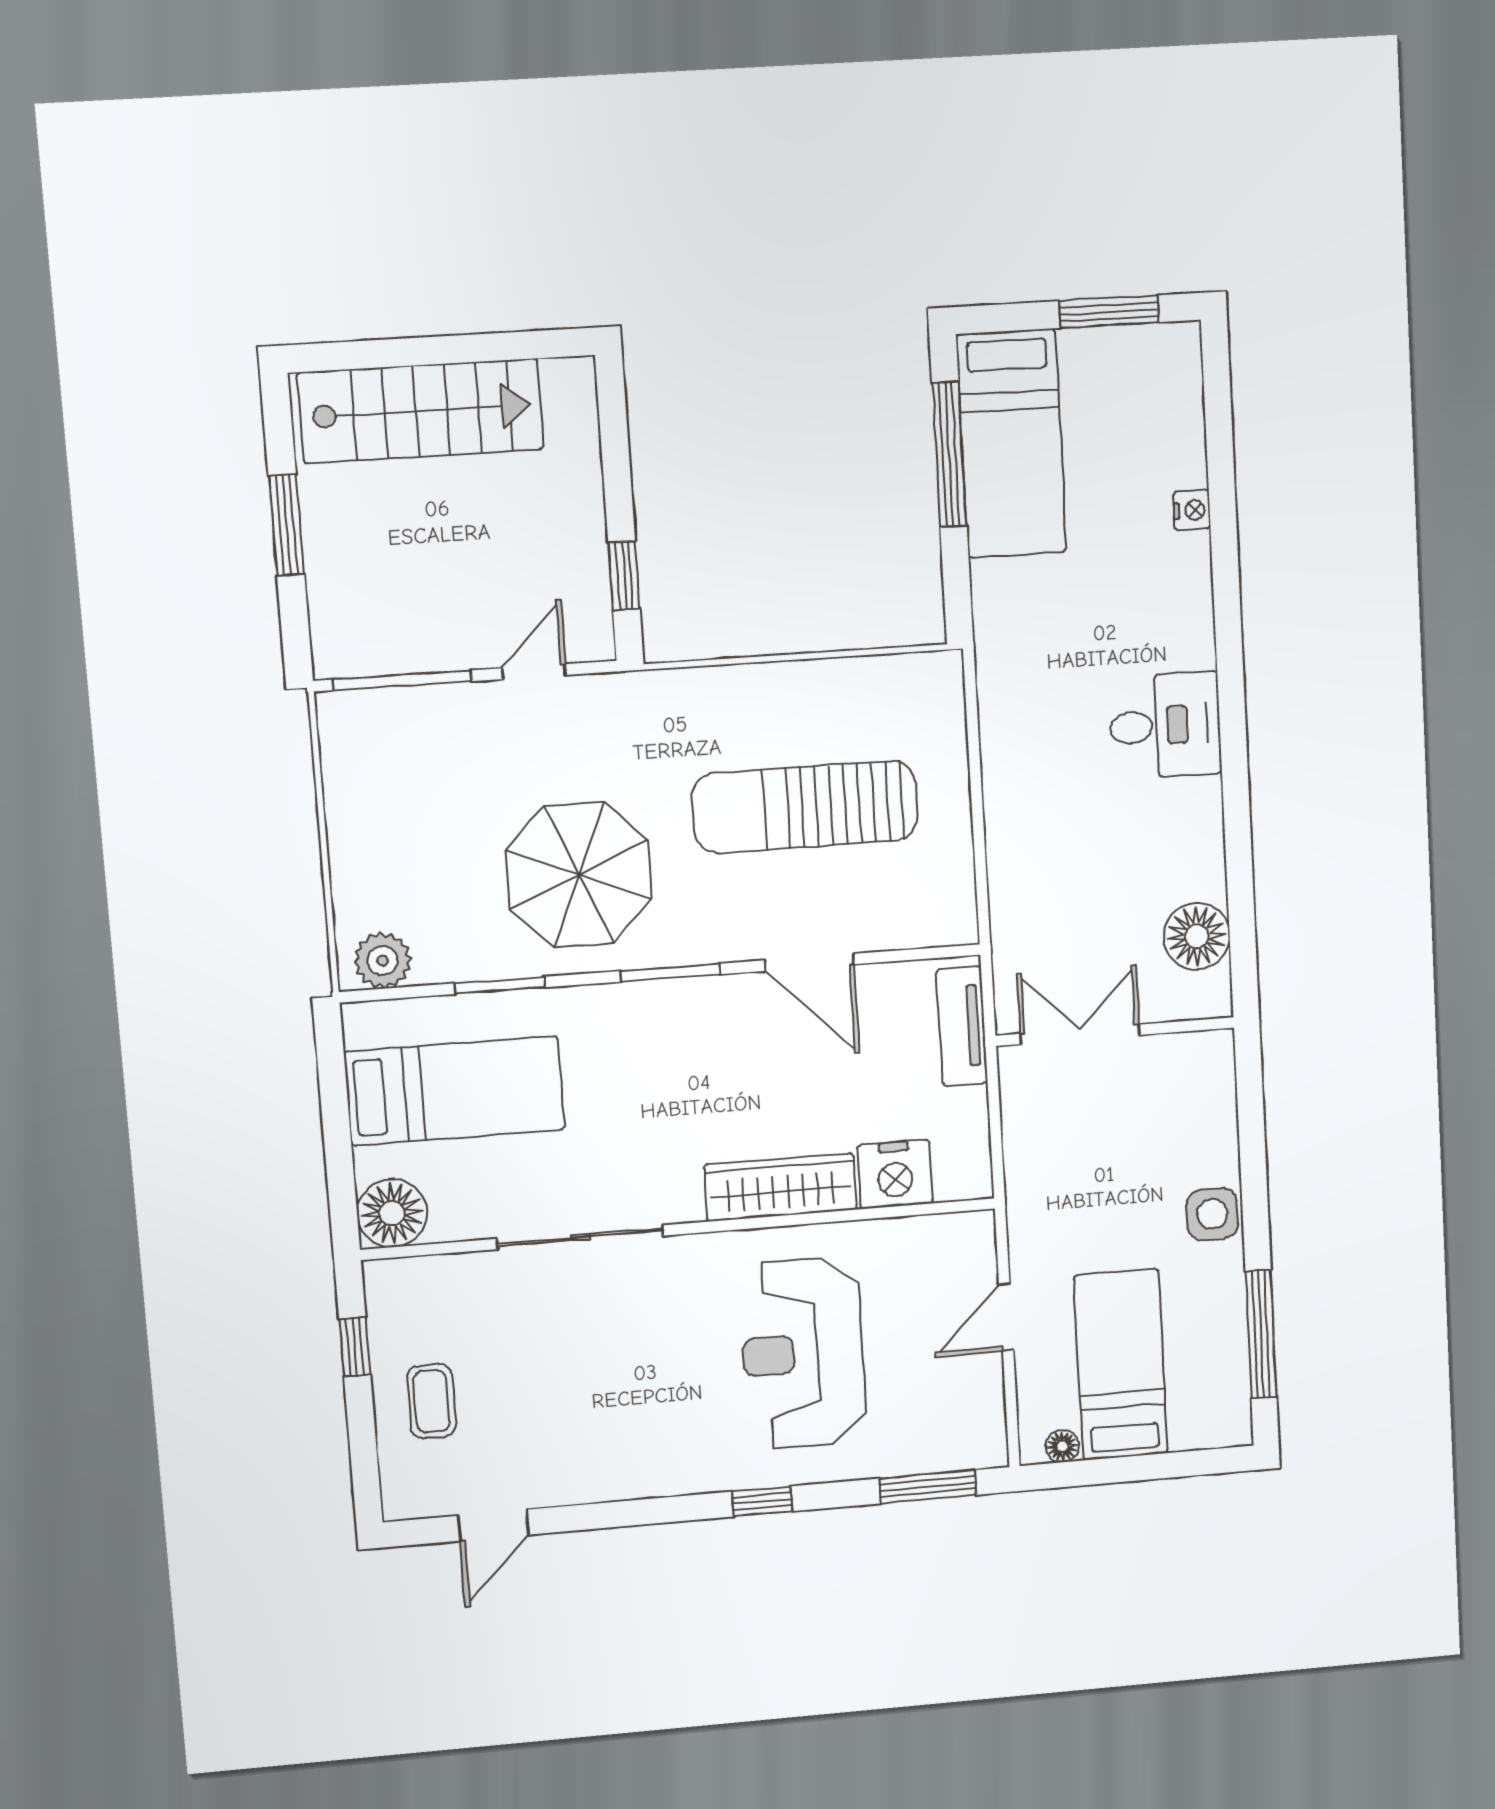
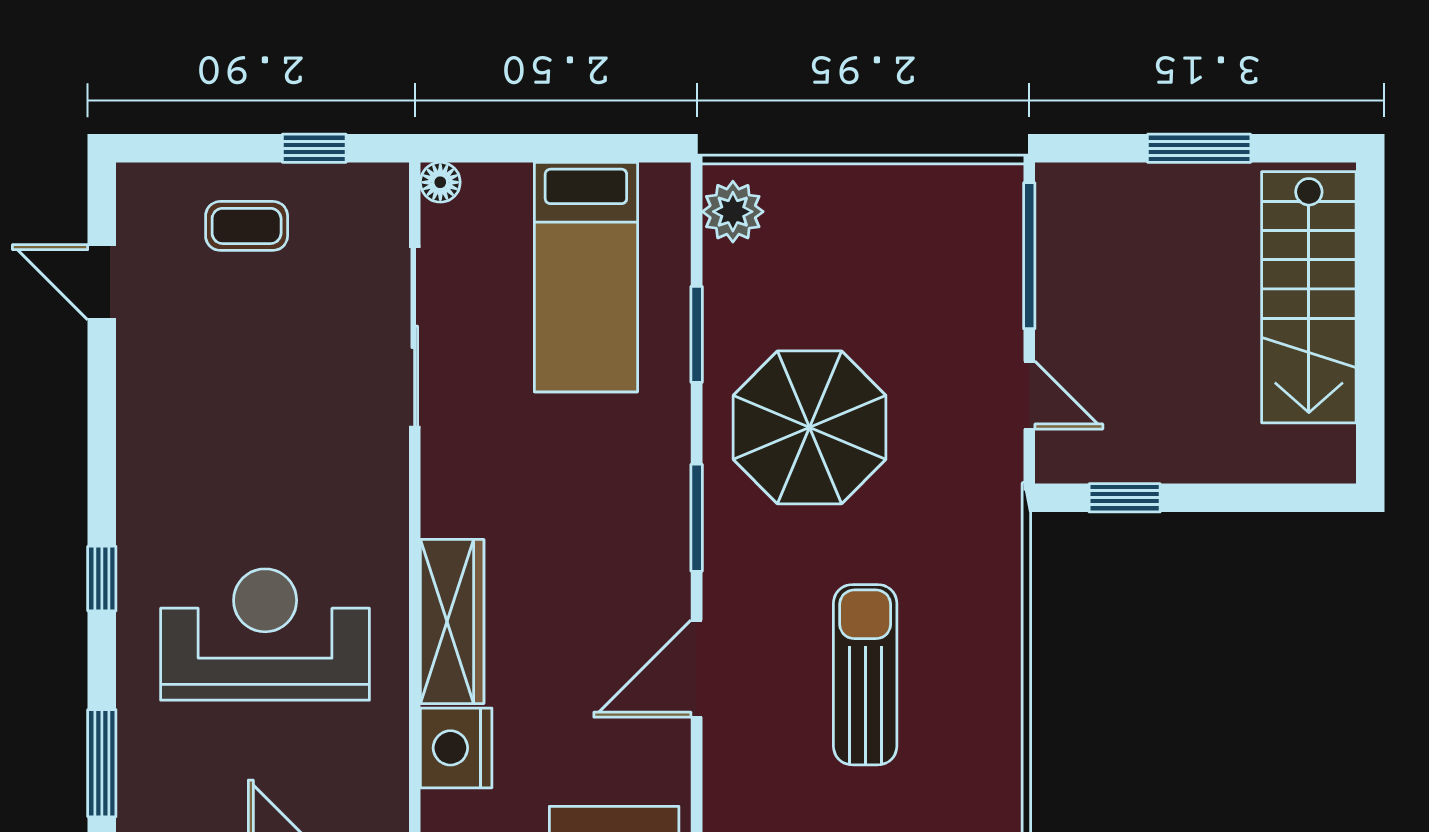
sun lounger: (805, 807) -> (865, 675), width x0.73, depth x0.75
floor lamp: (392, 1213) -> (440, 182), width x0.53, depth x0.53
sliding door: (580, 1237) -> (415, 337), moved

